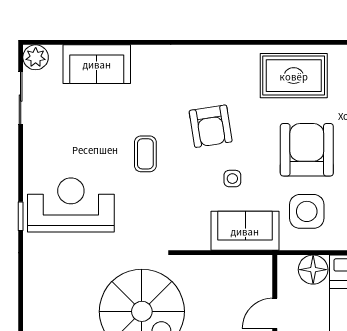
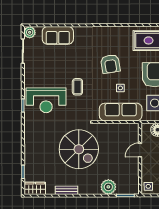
coffee table: (145, 154) -> (77, 87), moved
reception desk: (71, 205) -> (46, 100), turned 180
sofa: (245, 231) -> (121, 112), width x1.36

